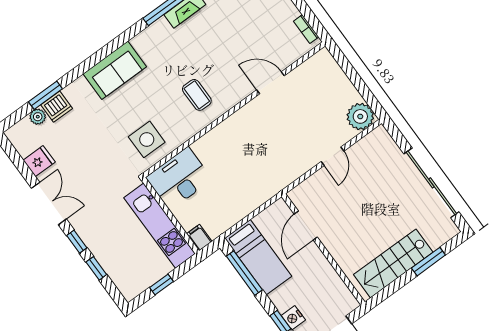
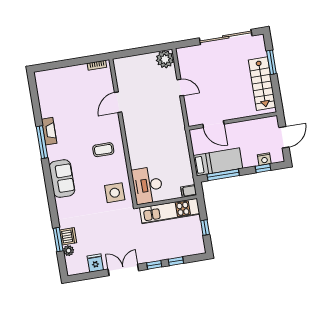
sofa: (115, 70) -> (62, 179), moved

